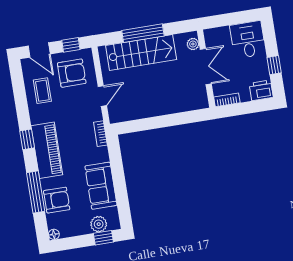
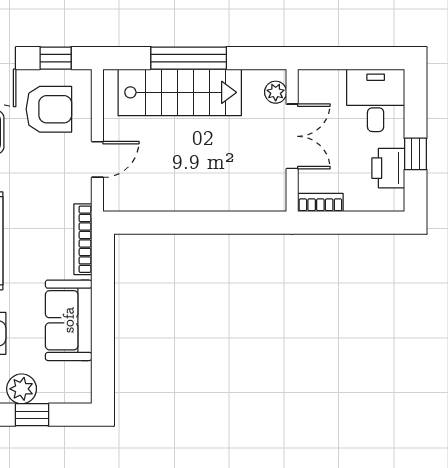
printer: (261, 90) -> (388, 168), moved, turned -90
bookcase: (100, 134) -> (83, 239), width x1.56
plant: (99, 224) -> (22, 389), moved
window: (103, 238) -> (32, 415), moved

